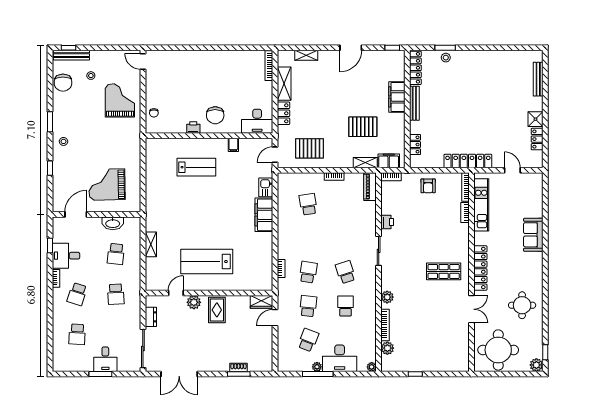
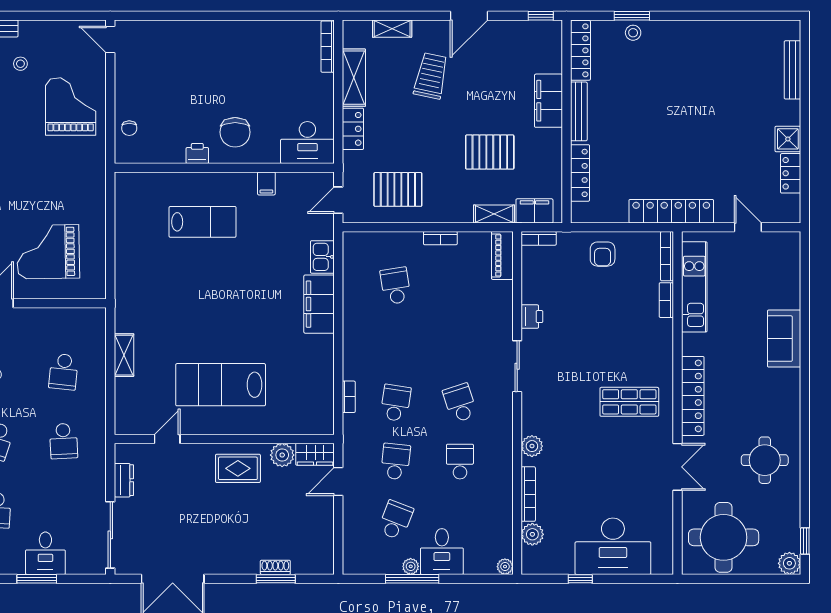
trolley: (329, 83) -> (431, 76), added
locker: (415, 145) -> (580, 173), width x1.53
washbasin: (113, 223) -> (58, 319), removed
plant: (194, 302) -> (282, 455), moved
rug: (217, 310) -> (238, 468), turned 90
desk: (434, 355) -> (613, 546), added
desk: (340, 358) -> (442, 552), width x0.73

